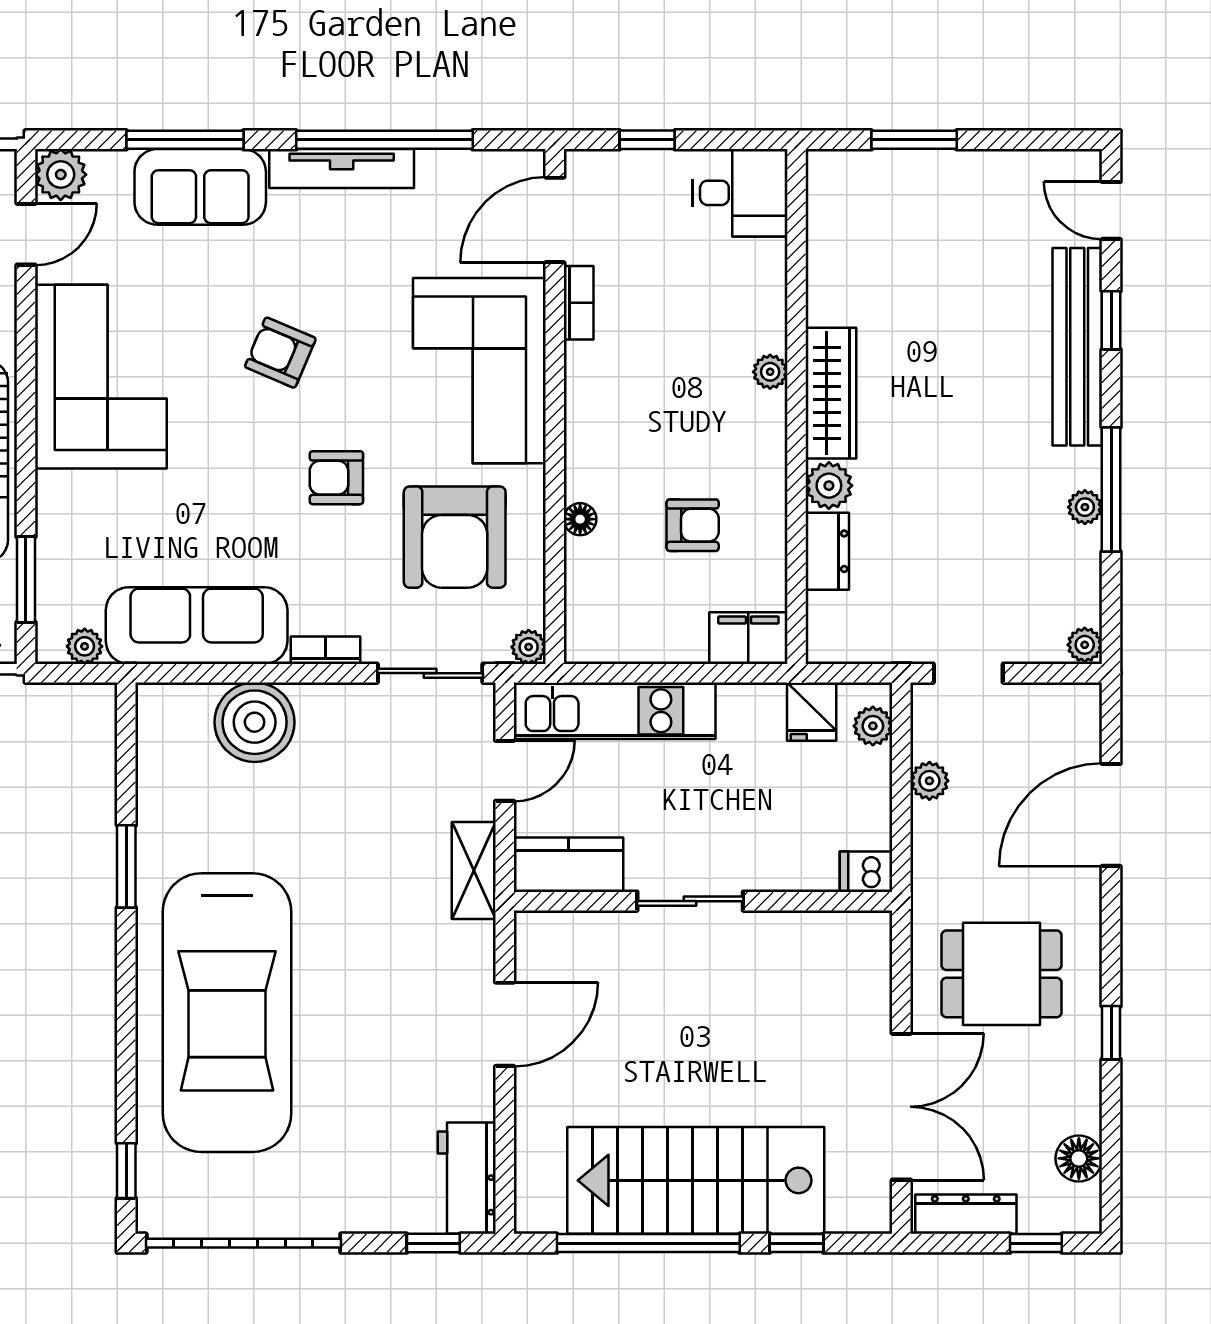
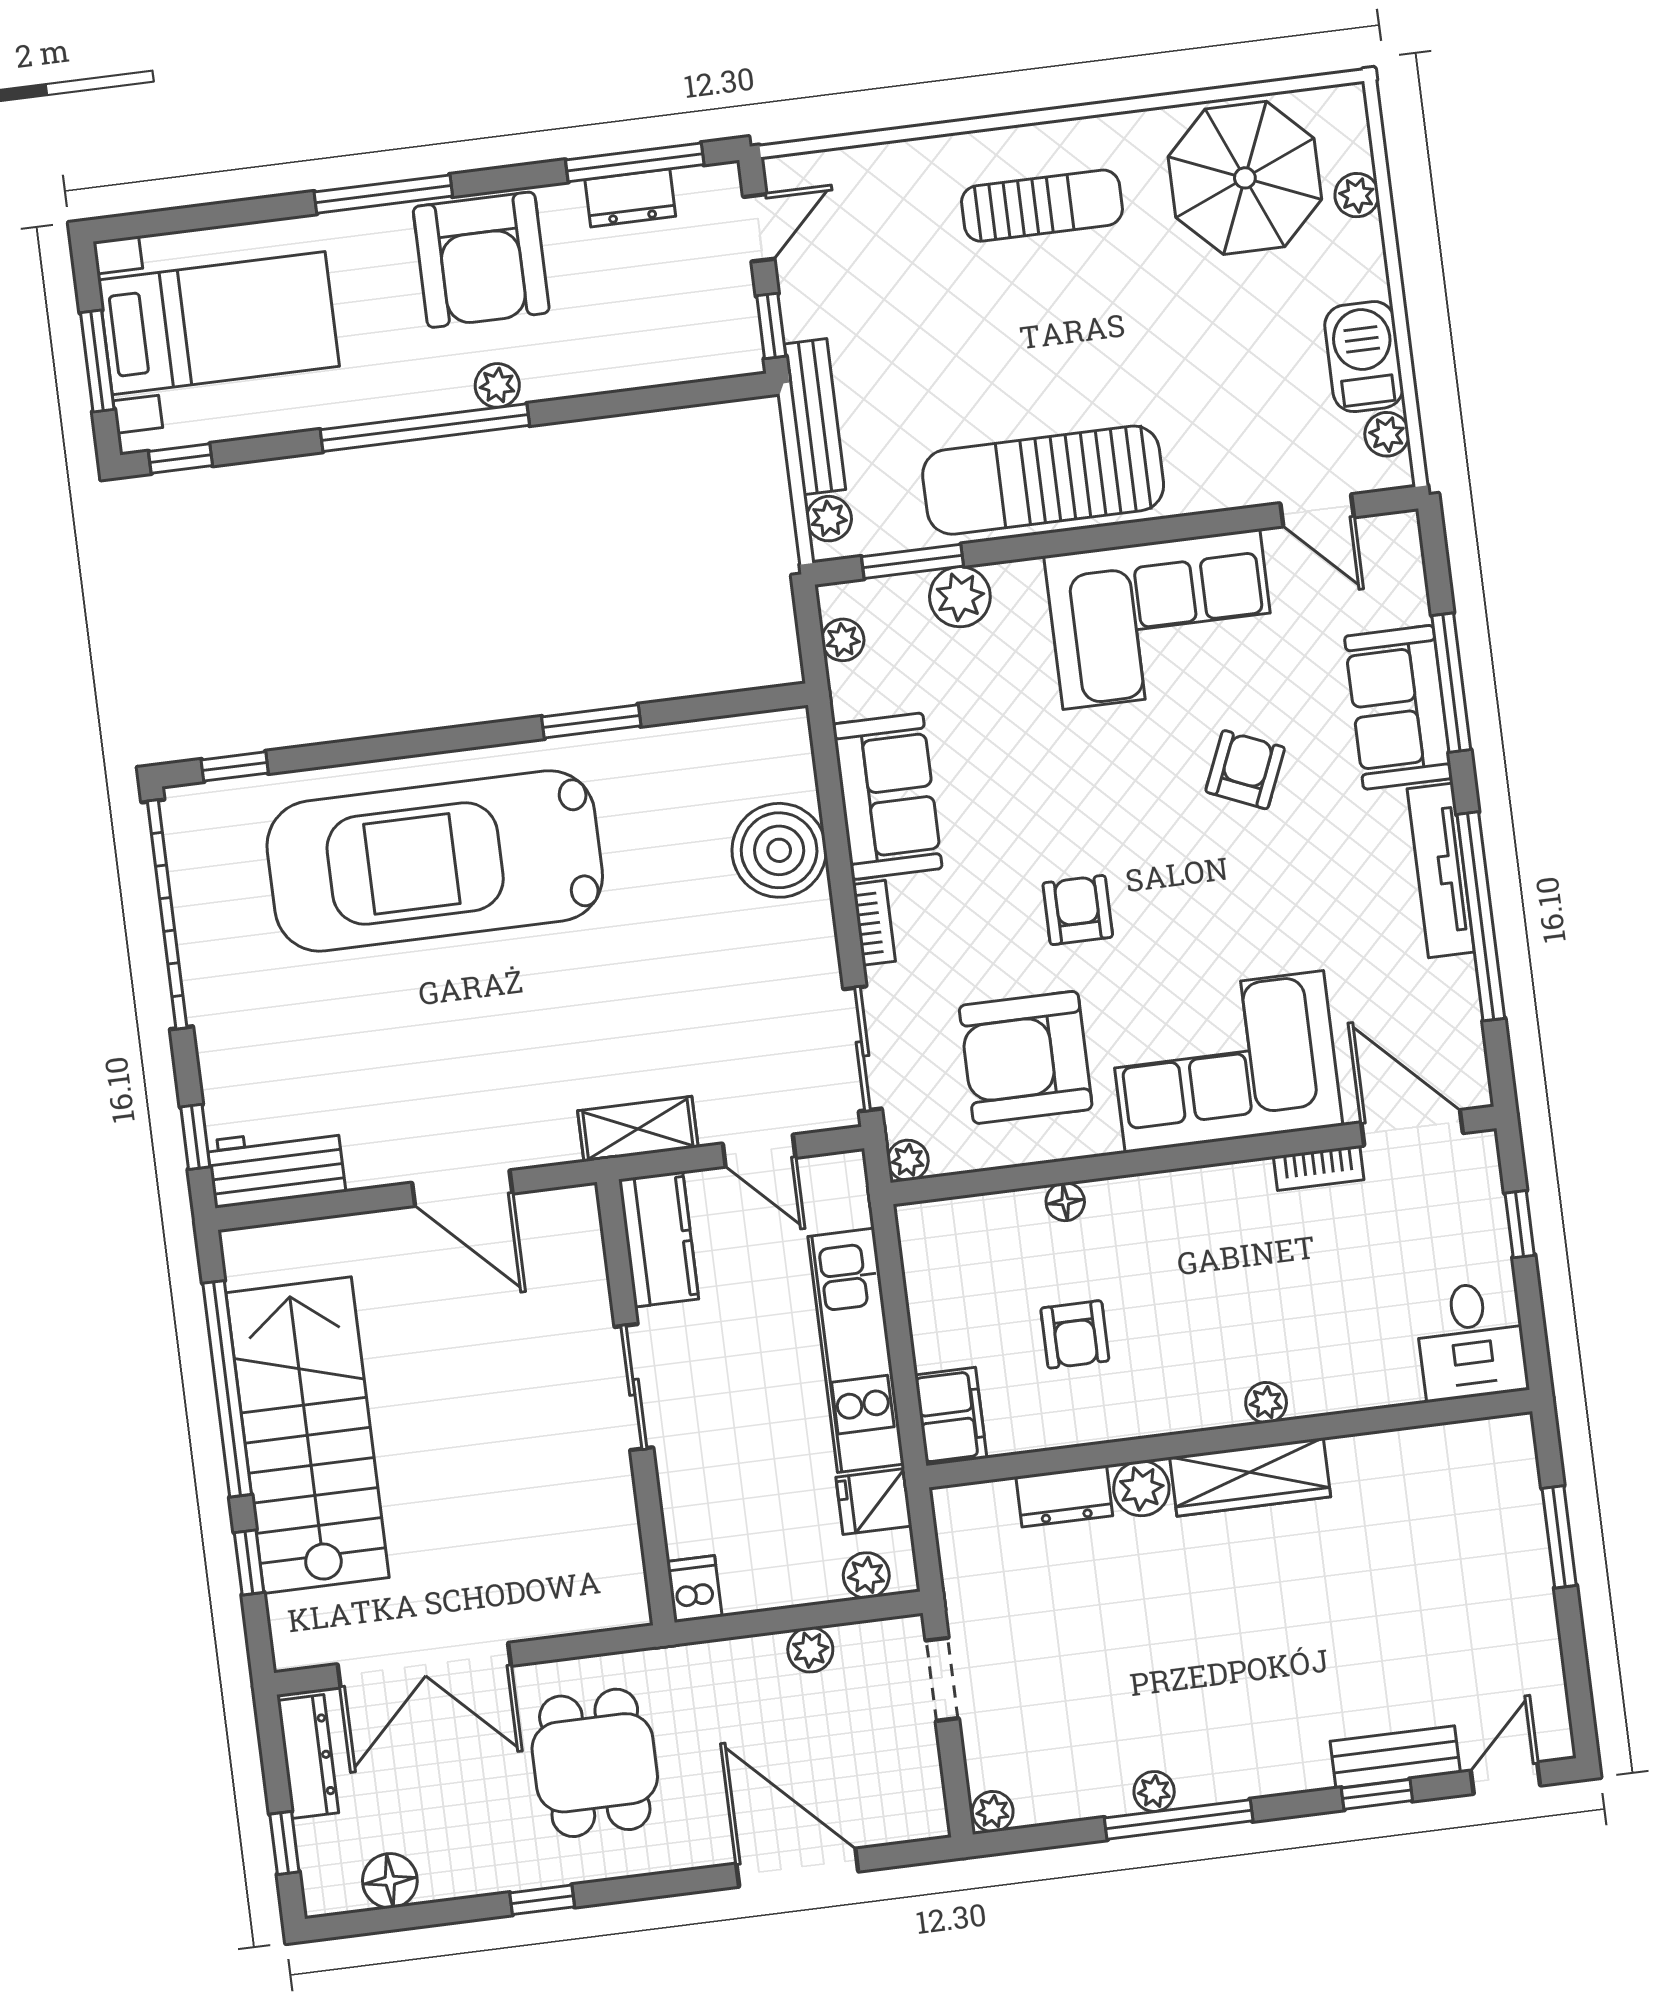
plant: (61, 175) -> (960, 597), moved
bench: (1077, 347) -> (1395, 1757), width x0.54, depth x0.82
armchair: (280, 353) -> (1245, 770), moved
sofa: (197, 626) -> (887, 796), width x0.73
kitchen unit: (615, 711) -> (856, 1350), moved

